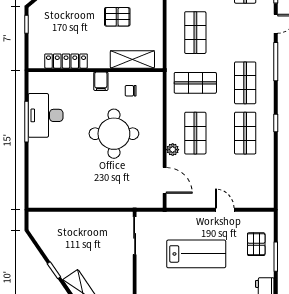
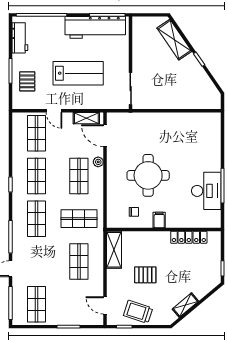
shelving: (132, 59) -> (114, 250), moved, turned 90
shop shelf: (245, 183) -> (37, 133), added
shelving: (187, 201) -> (86, 118), added
lab bench: (196, 254) -> (78, 73), turned 180

